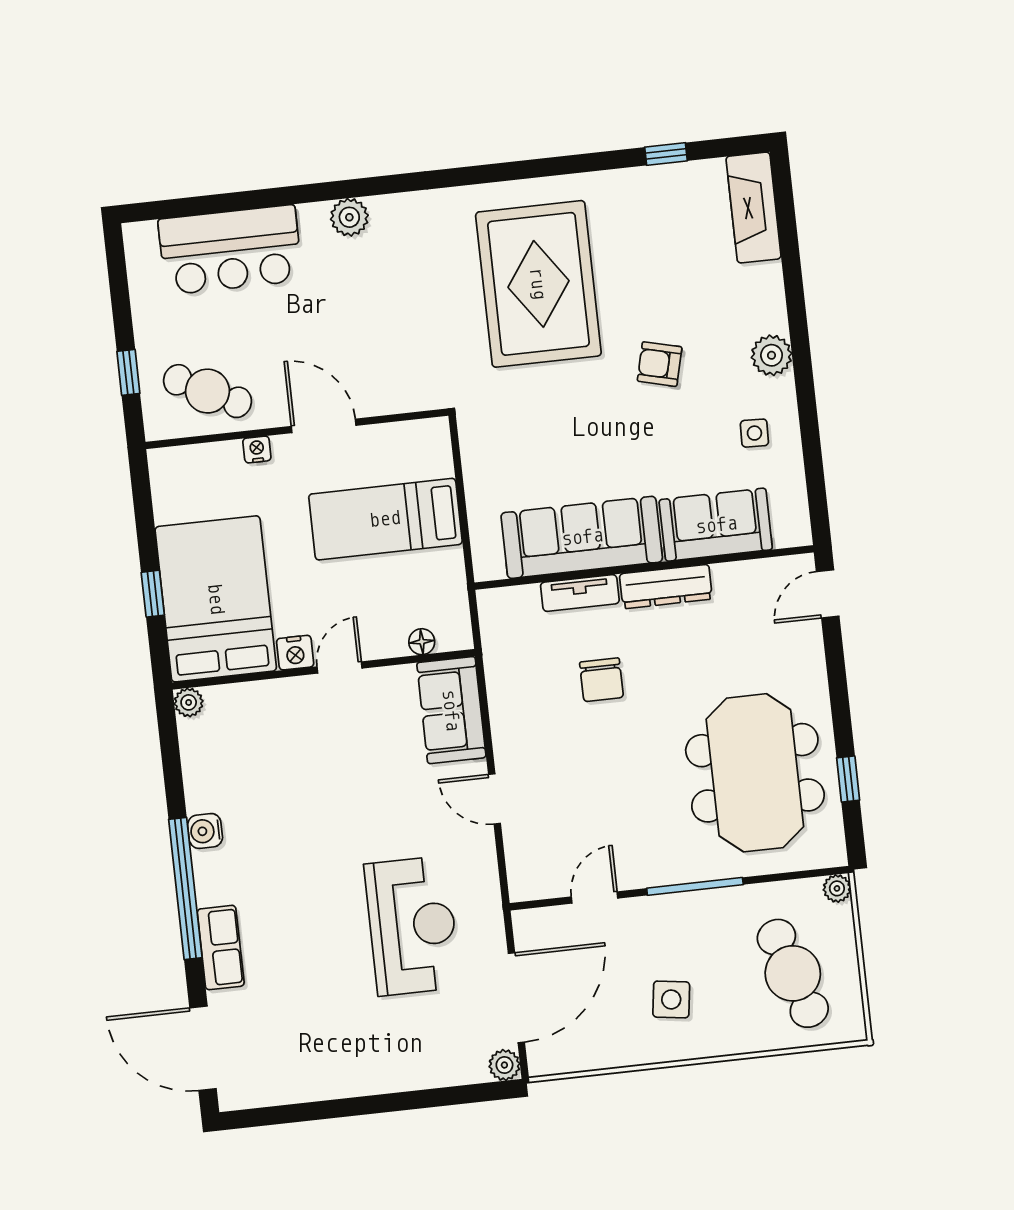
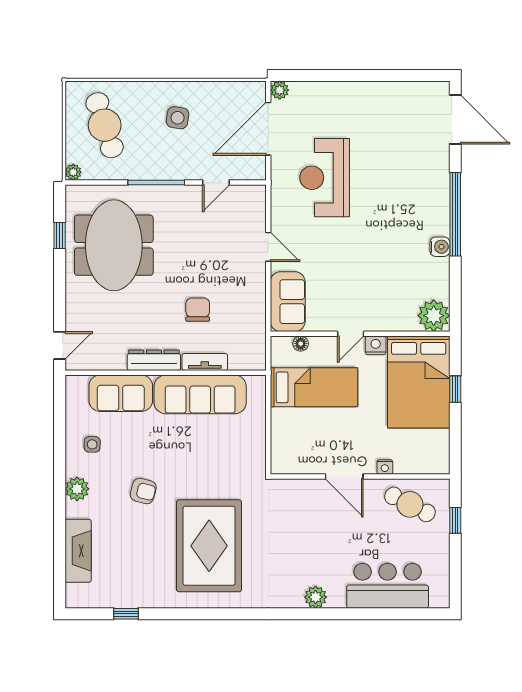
fireplace: (754, 208) -> (78, 551), moved
bed: (385, 519) -> (314, 387), moved
plant: (189, 702) -> (434, 316), width x1.88, depth x1.88
row of seats: (221, 948) -> (438, 177), removed

